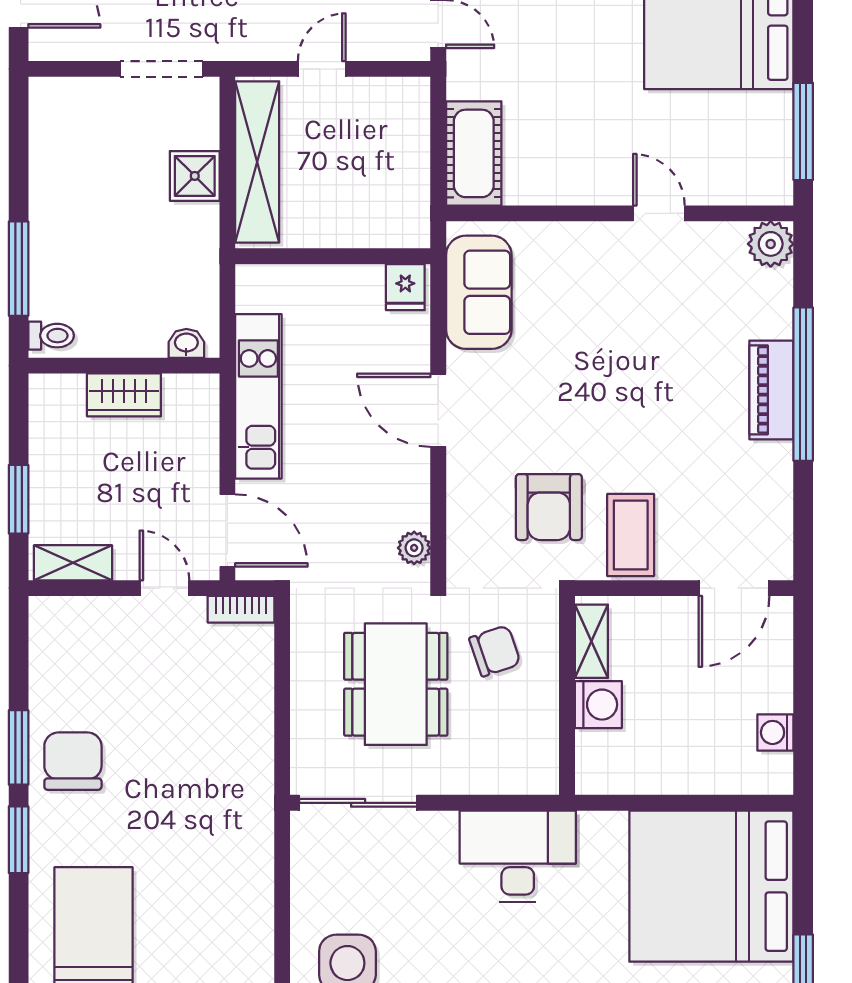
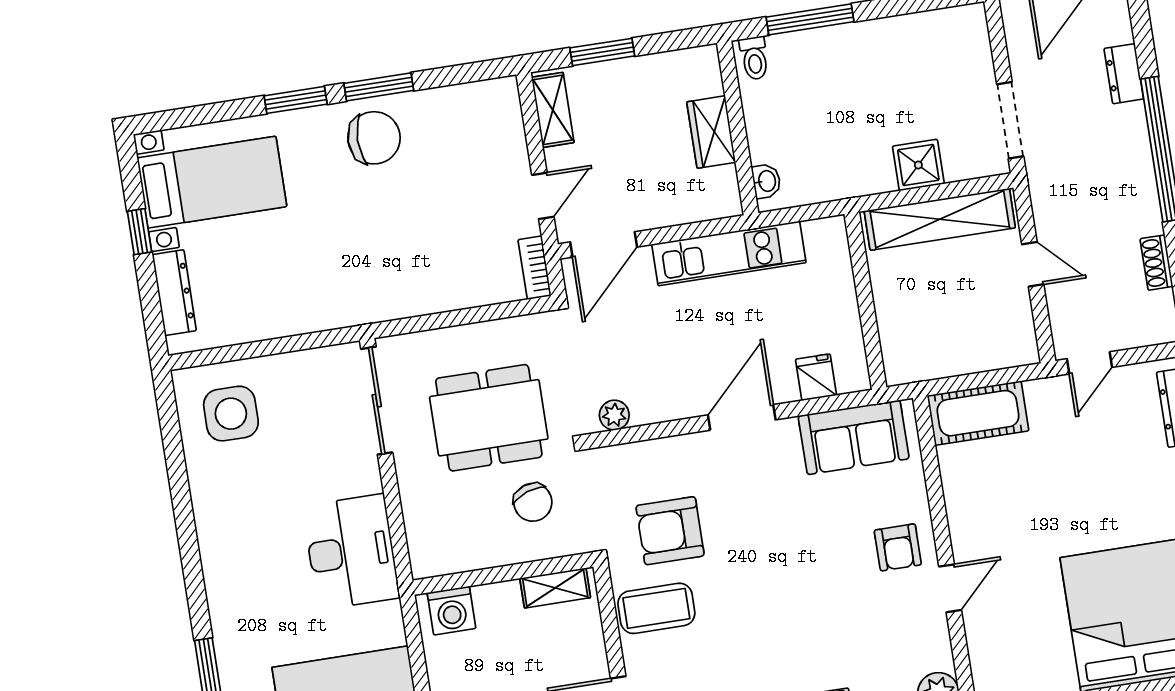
armchair: (606, 263) -> (898, 547), added
fridge: (405, 287) -> (816, 377), moved, turned 90
washing machine: (598, 705) -> (451, 611), moved

